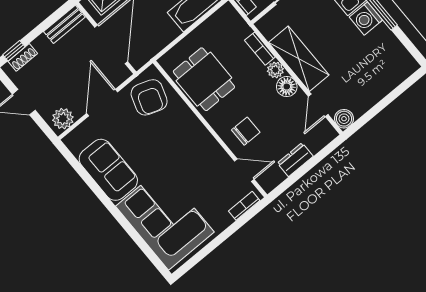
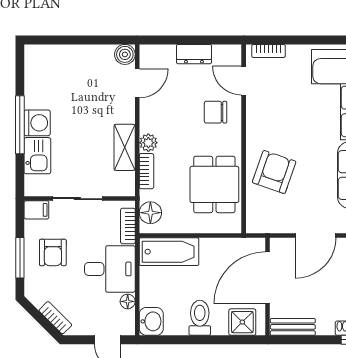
shelving: (299, 59) -> (125, 147), width x0.67, depth x0.75
floor lamp: (287, 87) -> (150, 213), moved
armchair: (149, 97) -> (274, 172), moved

